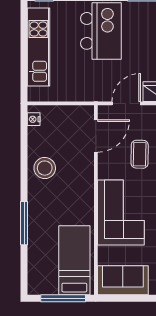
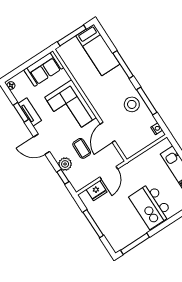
door: (96, 136) -> (108, 132), moved
window: (24, 160) -> (147, 101), added
bed: (74, 260) -> (98, 50), moved

